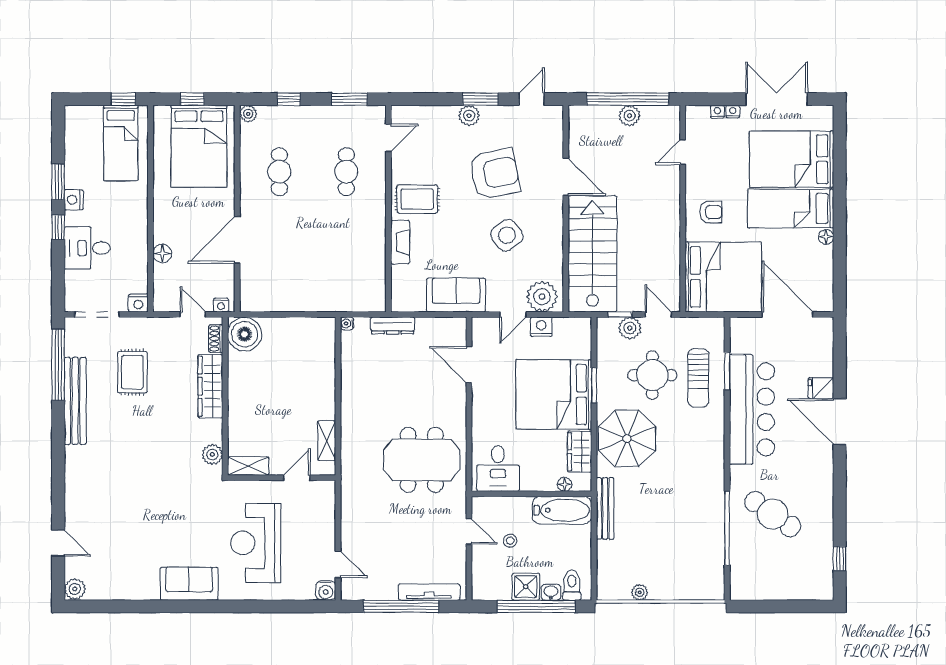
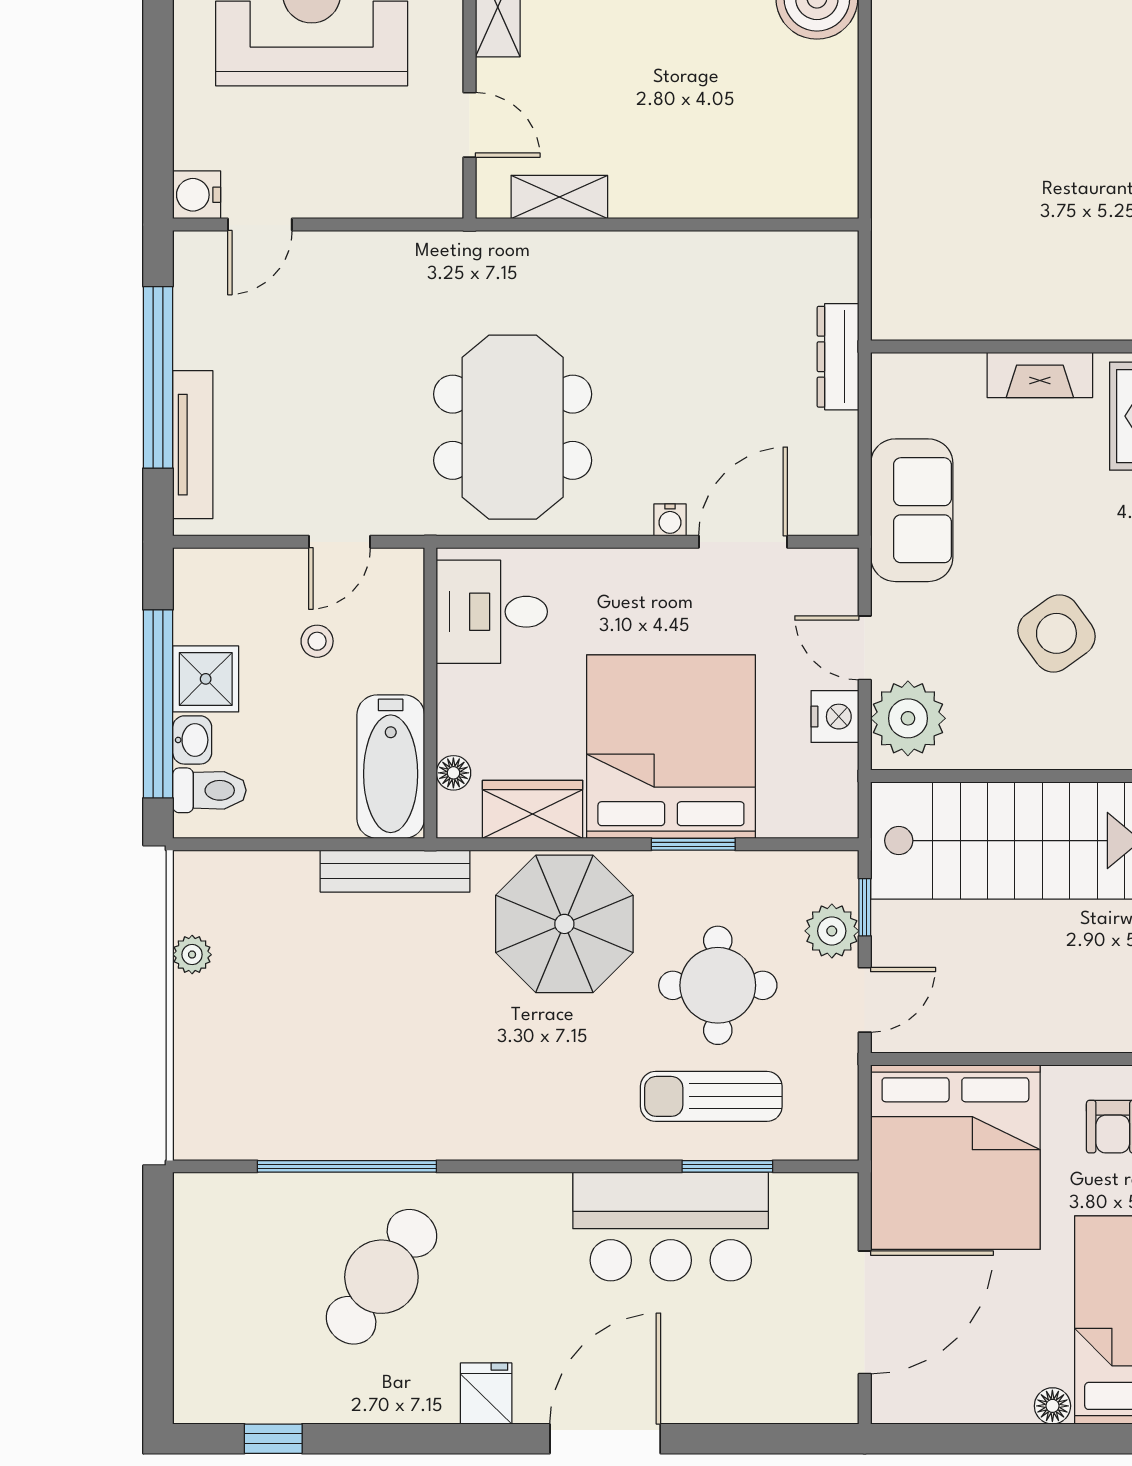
water cooler: (347, 324) -> (670, 520), moved, turned 180
fridge: (821, 388) -> (486, 1393), moved
bar counter: (752, 409) -> (671, 1227), width x0.73

